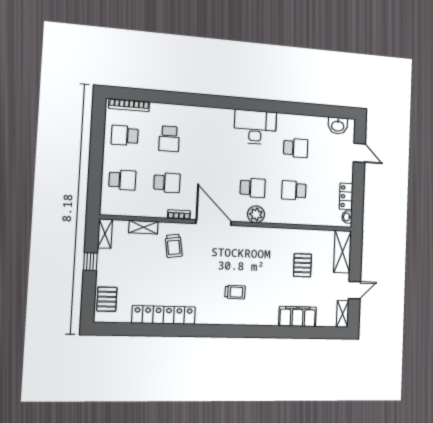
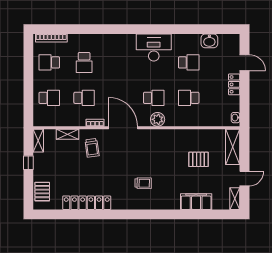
washbasin: (338, 126) -> (209, 41), moved
locker: (346, 196) -> (234, 84), moved
pallet: (302, 265) -> (199, 159), turned 90

